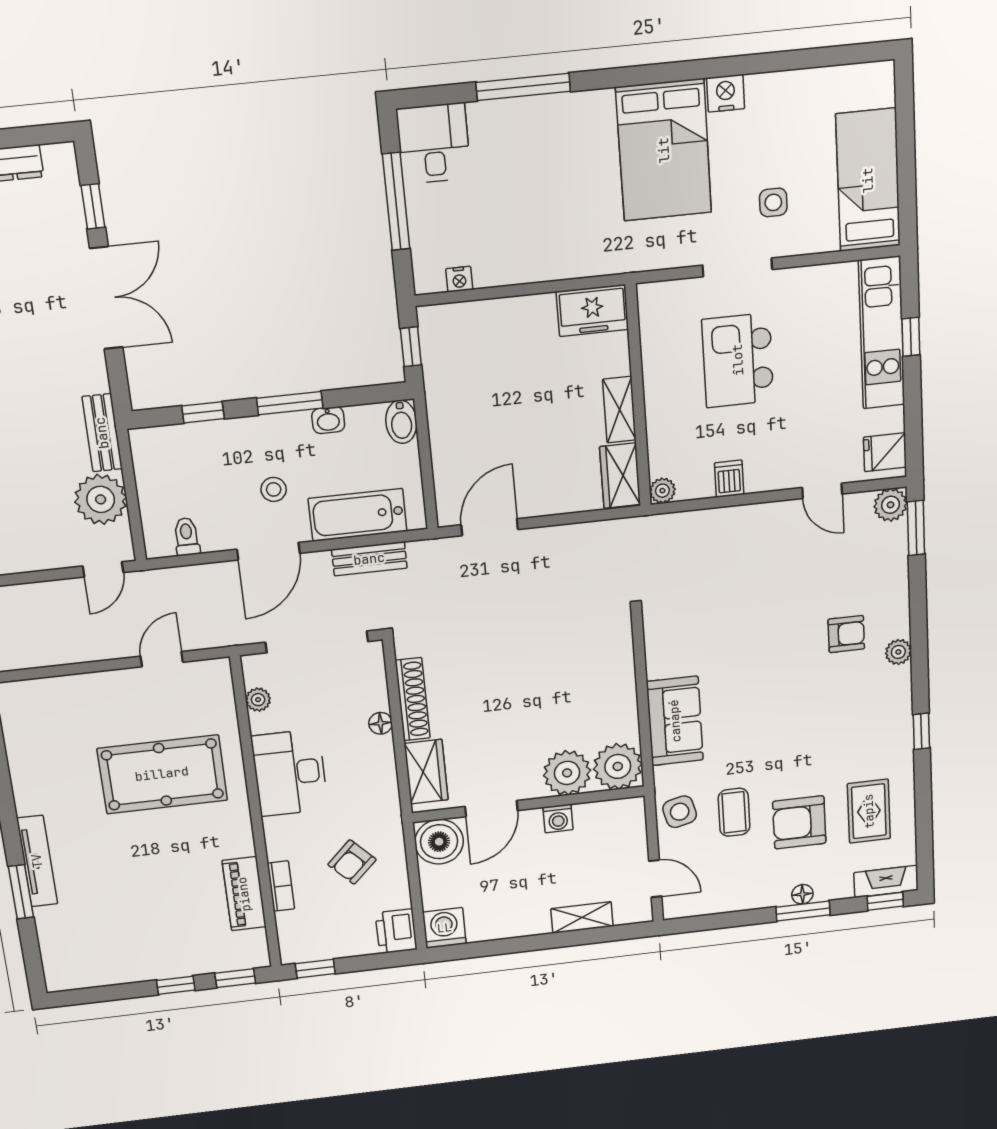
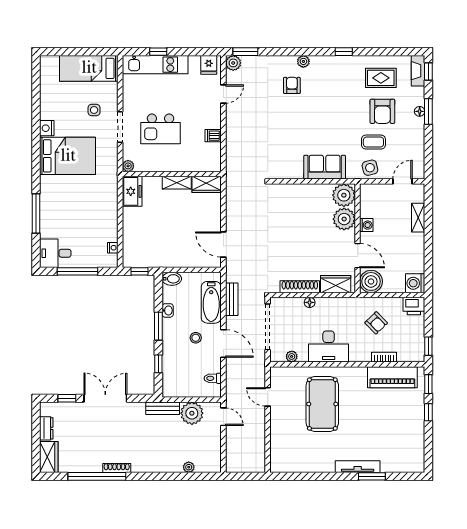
plant: (662, 491) -> (128, 166), moved
piano: (244, 894) -> (392, 377), width x1.37, depth x1.33

